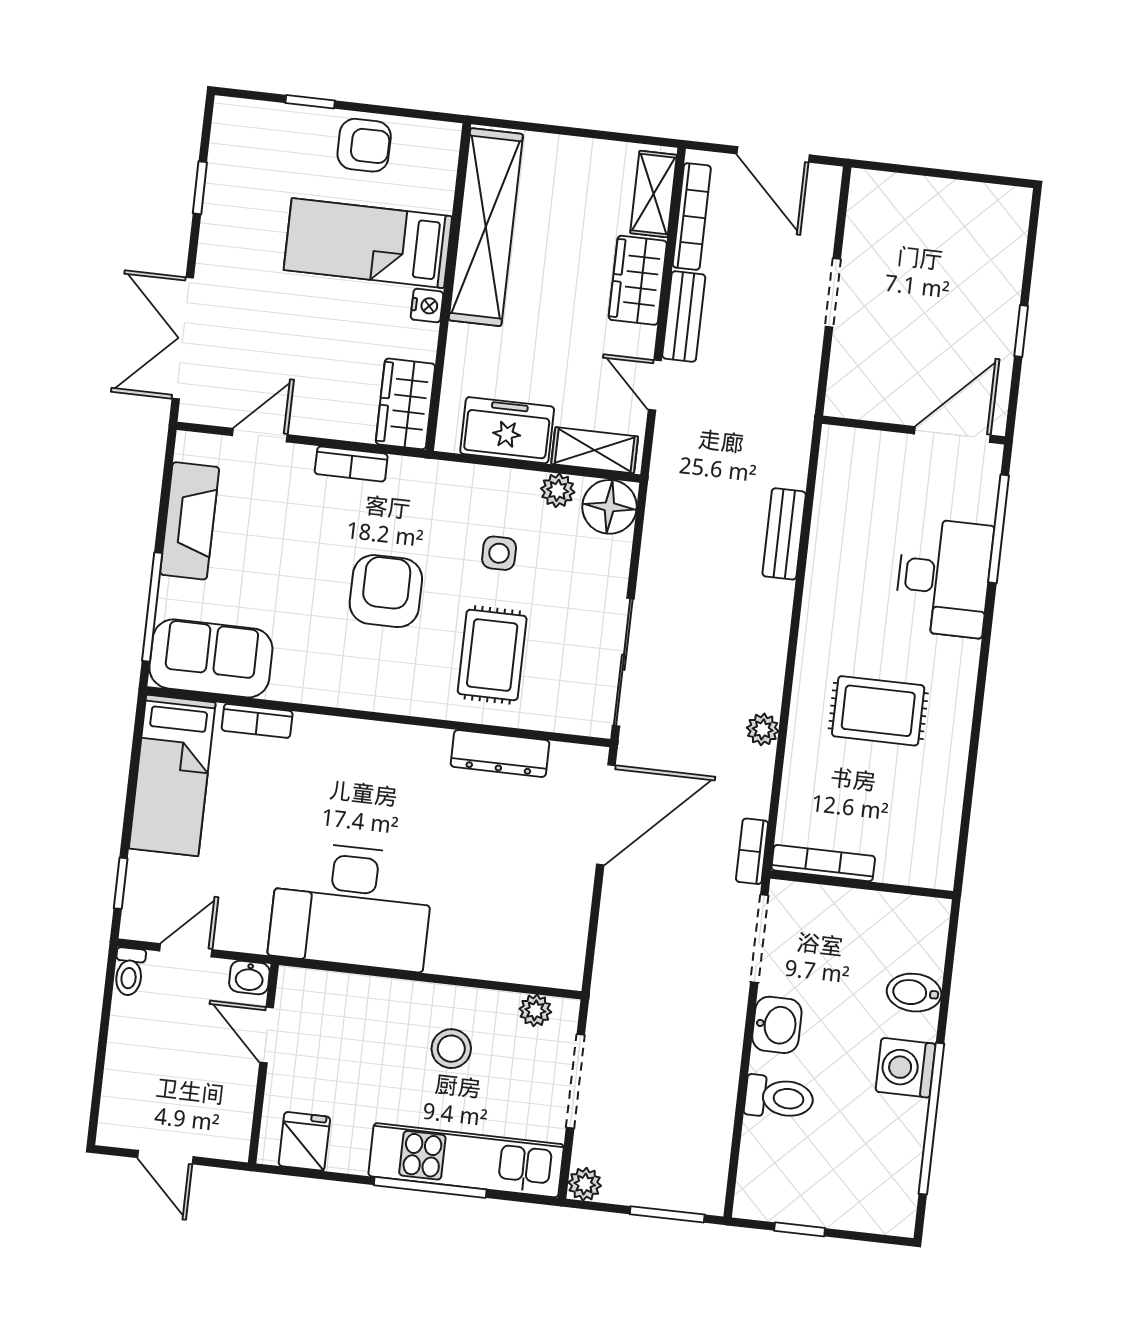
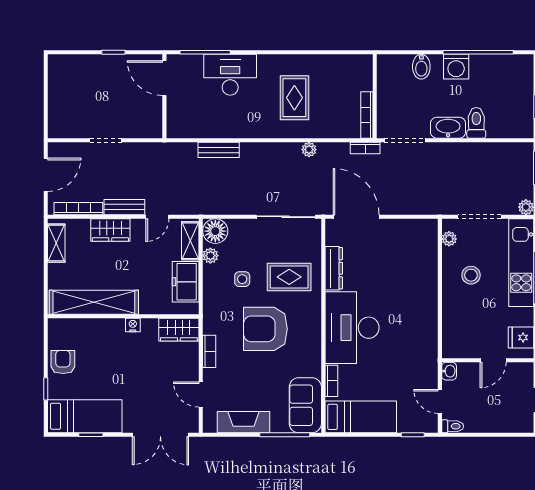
shelving: (653, 194) -> (56, 243), moved, turned 90
bed: (368, 243) -> (85, 416), moved, turned -90
armchair: (386, 591) -> (265, 329), width x1.36, depth x1.36
desk: (351, 906) -> (352, 328), moved, turned 180
washbasin: (777, 1025) -> (448, 128), width x1.38
door: (267, 1035) -> (493, 360), moved

